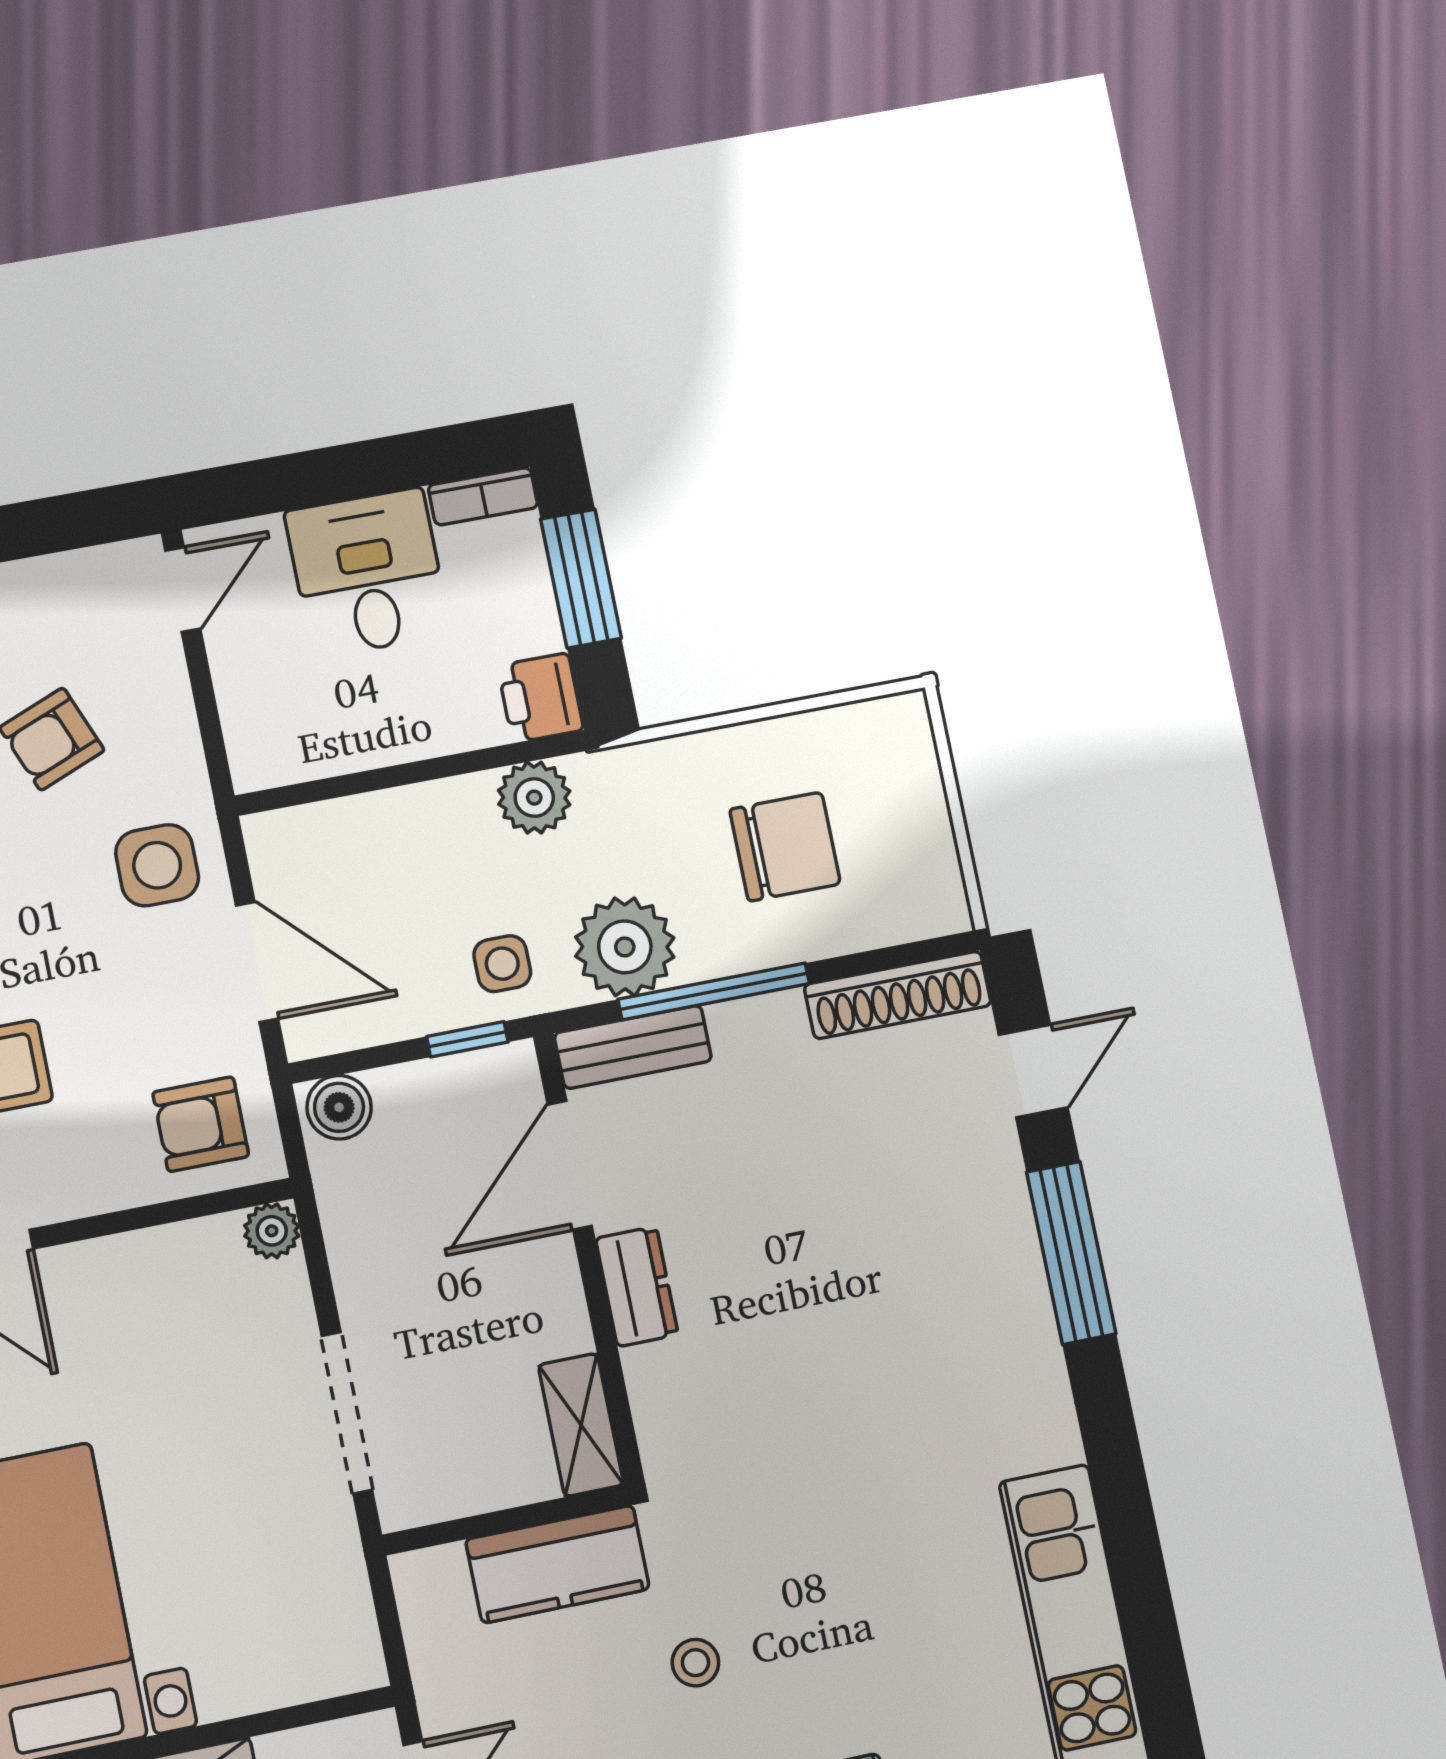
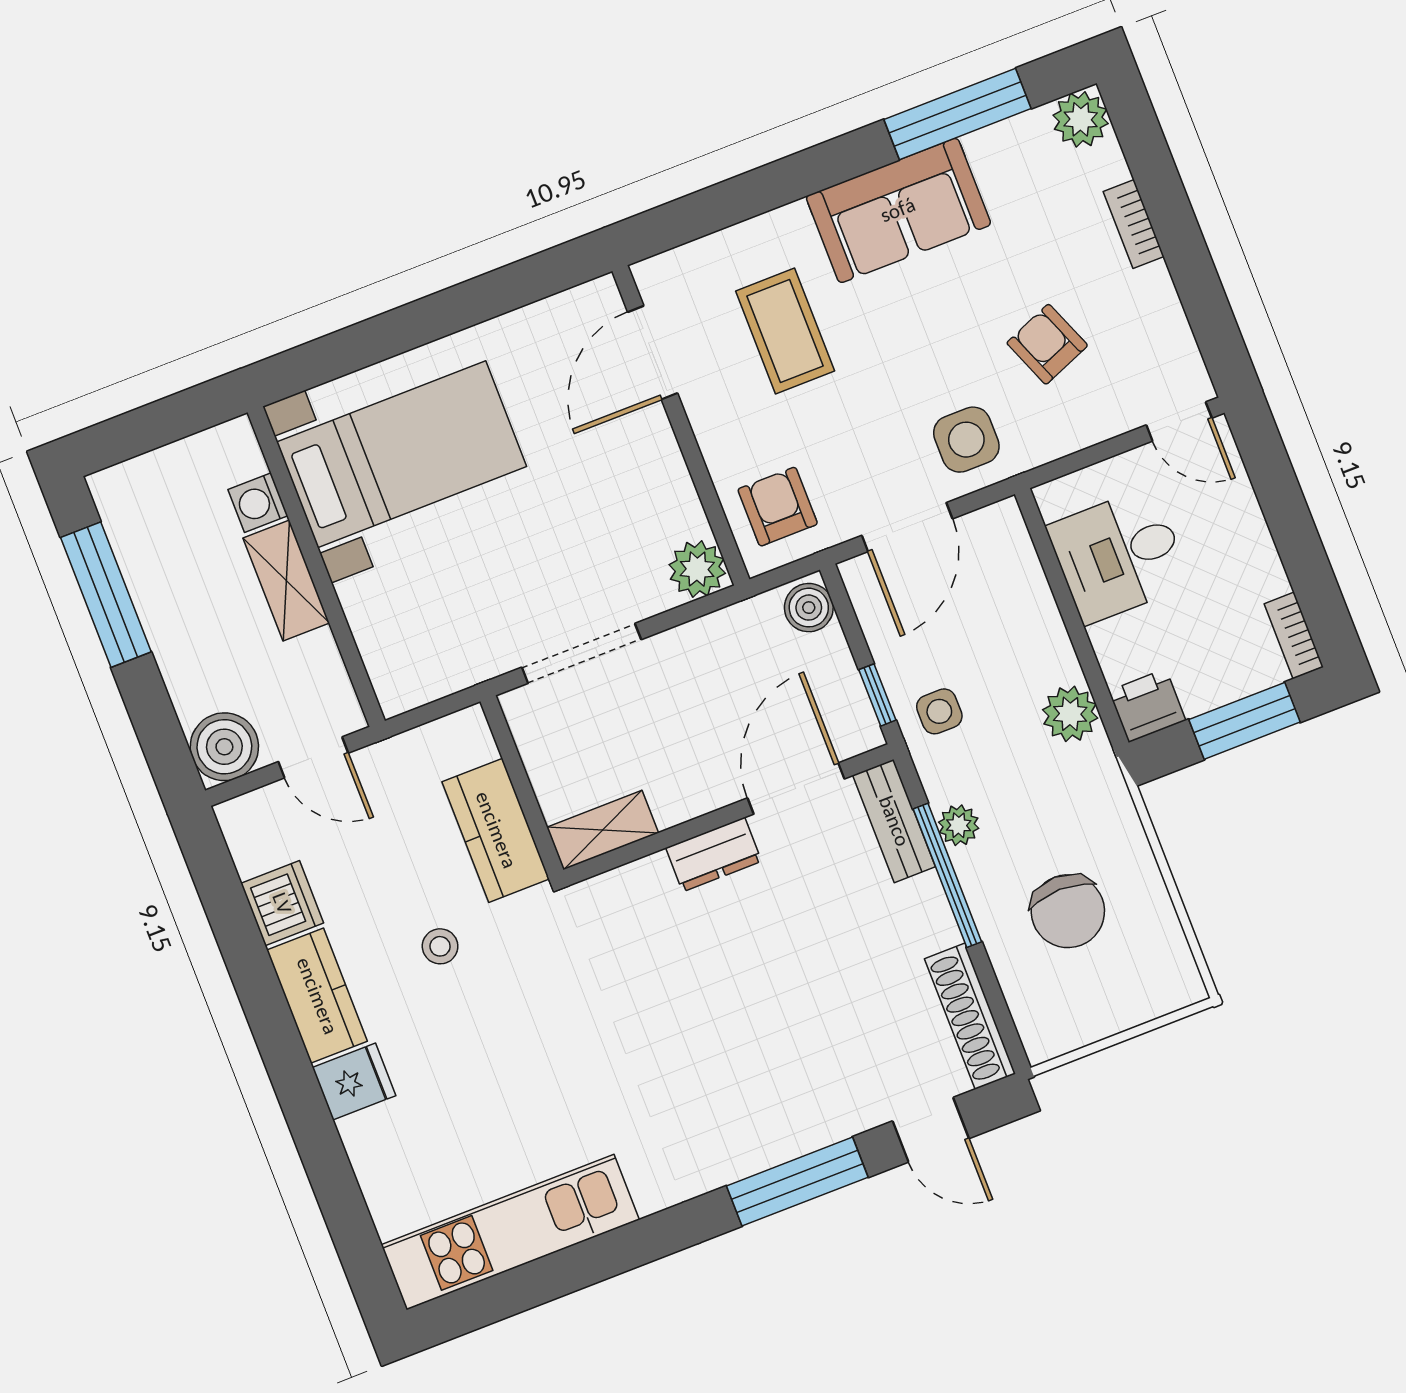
desk: (368, 573) -> (1119, 555), moved, turned 180
plant: (625, 947) -> (959, 825), width x0.53, depth x0.53
door: (570, 1165) -> (796, 788), hinge flipped
plant: (272, 1231) -> (697, 569), width x1.38, depth x1.38

